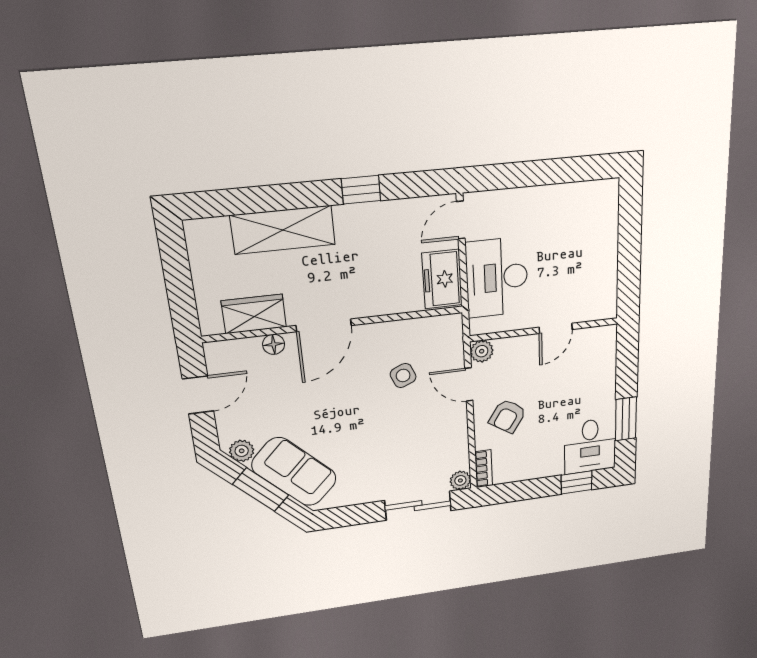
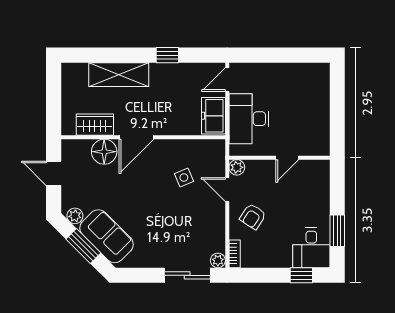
floor lamp: (274, 344) -> (104, 152), width x1.89, depth x1.89
door: (198, 395) -> (54, 173), swing flipped

